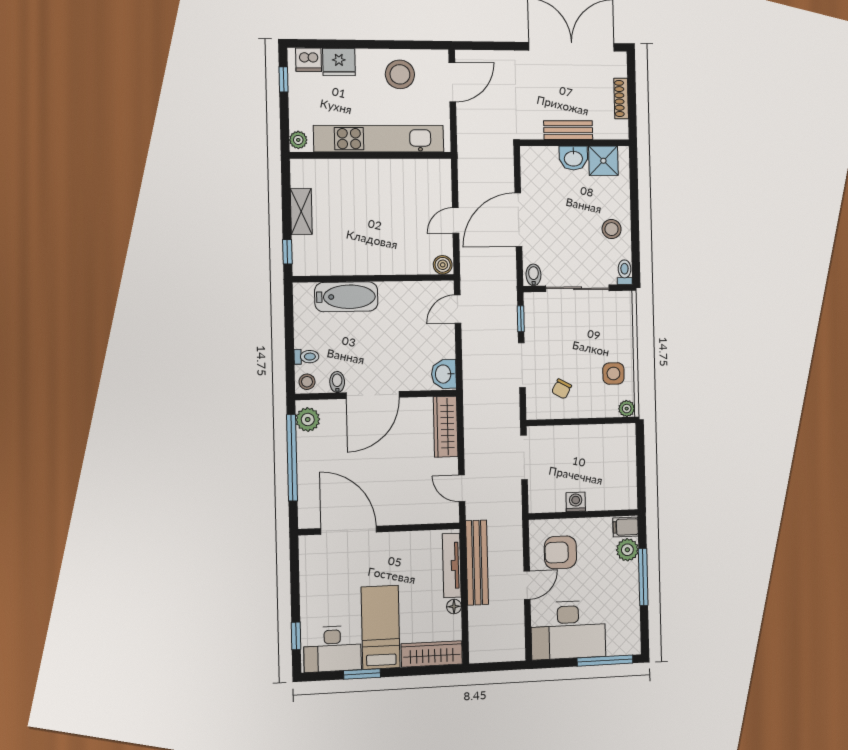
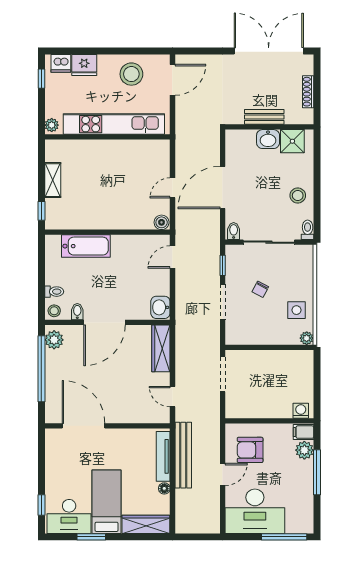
chair: (562, 389) -> (260, 289), moved
washing machine: (576, 502) -> (301, 411), moved

